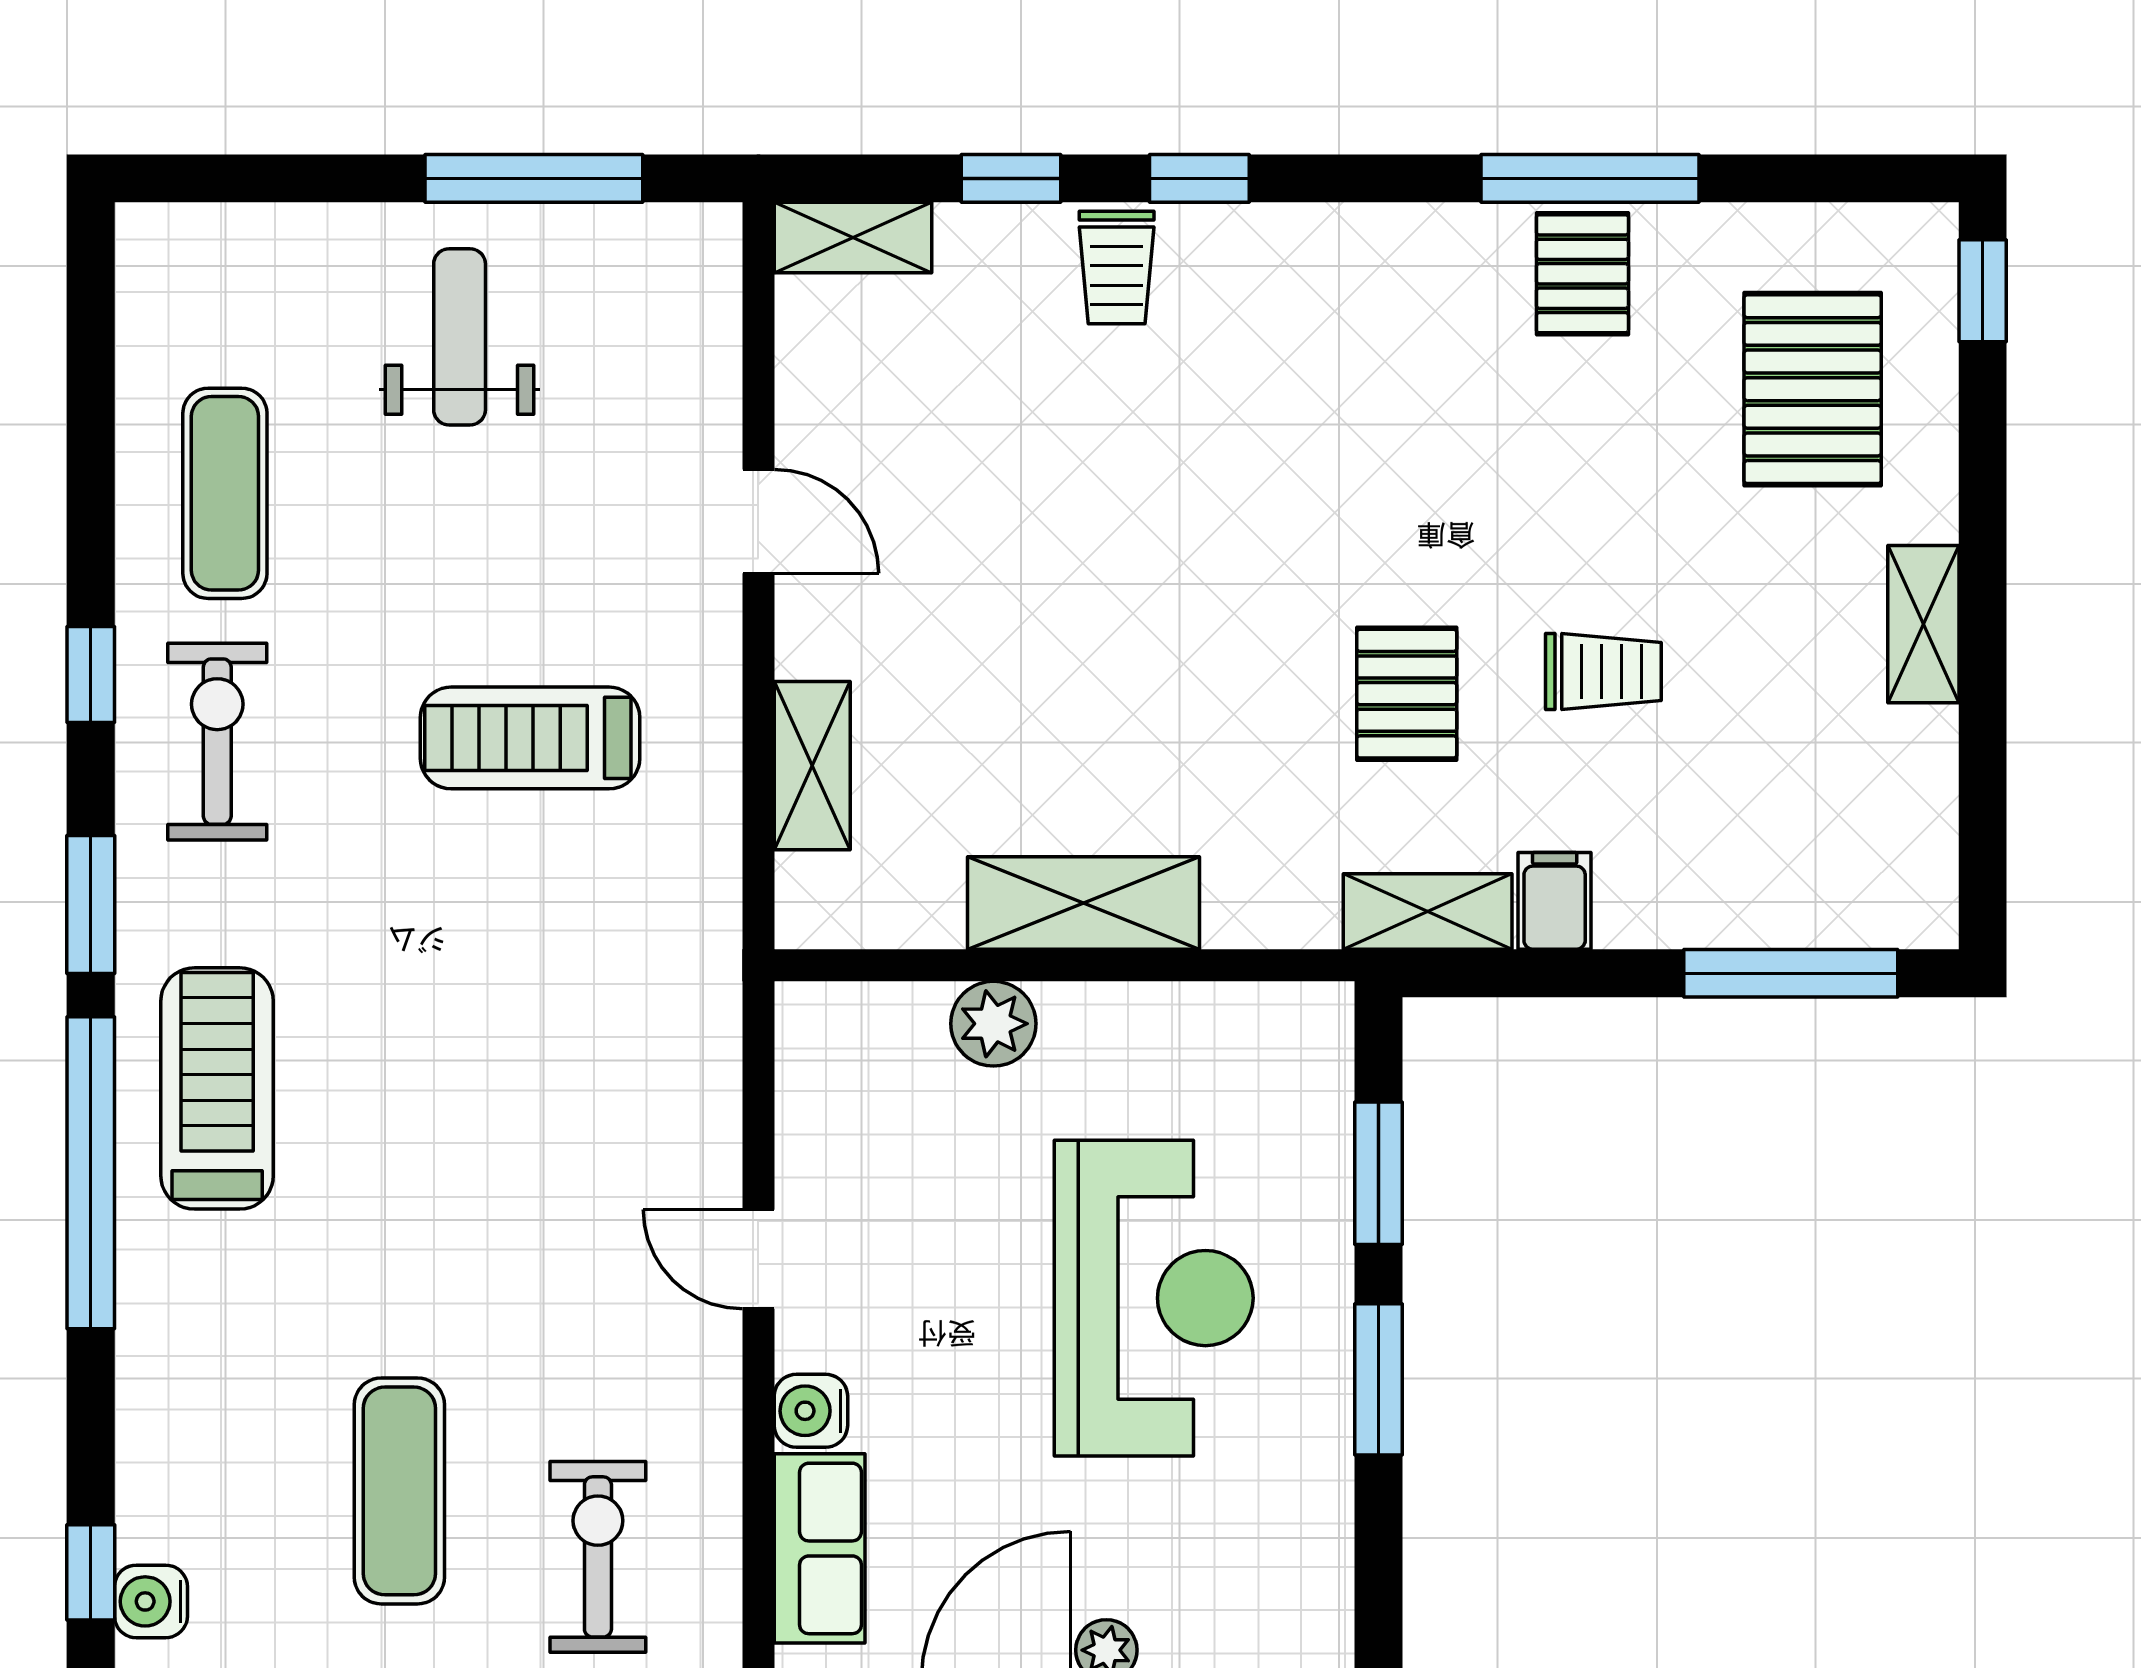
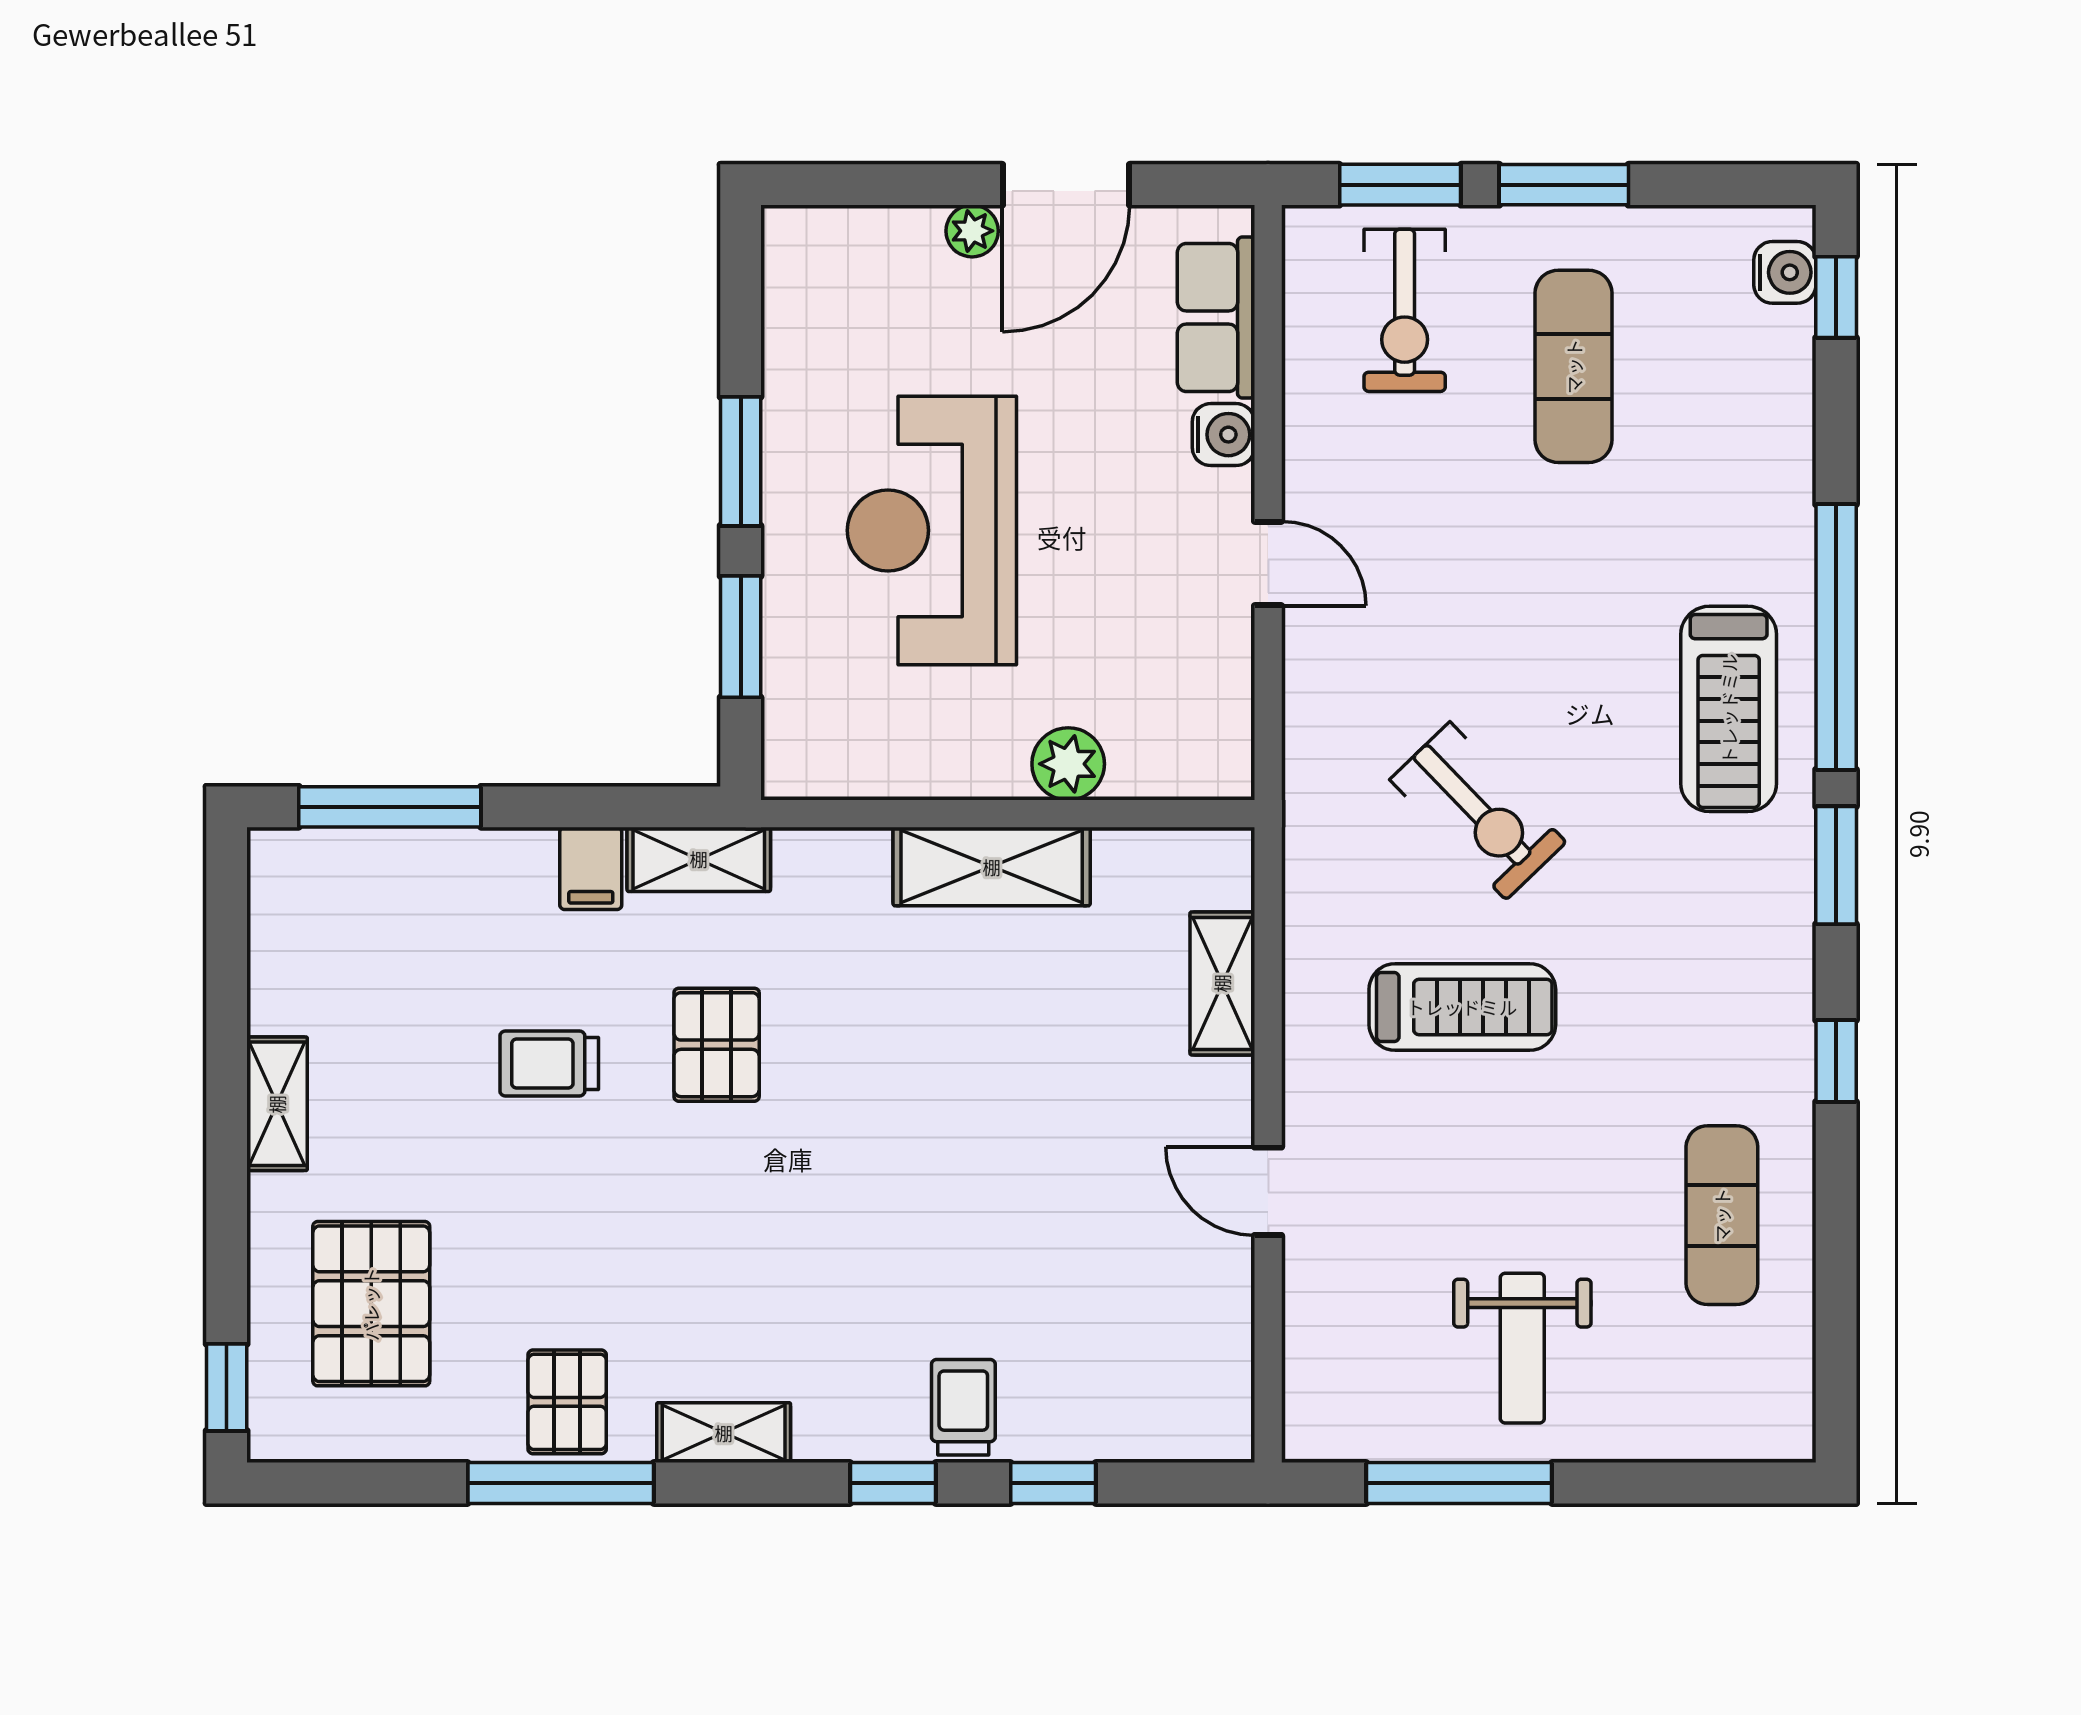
shelving: (853, 238) -> (724, 1433), moved
exercise bike: (217, 742) -> (1478, 811), moved, turned -44

